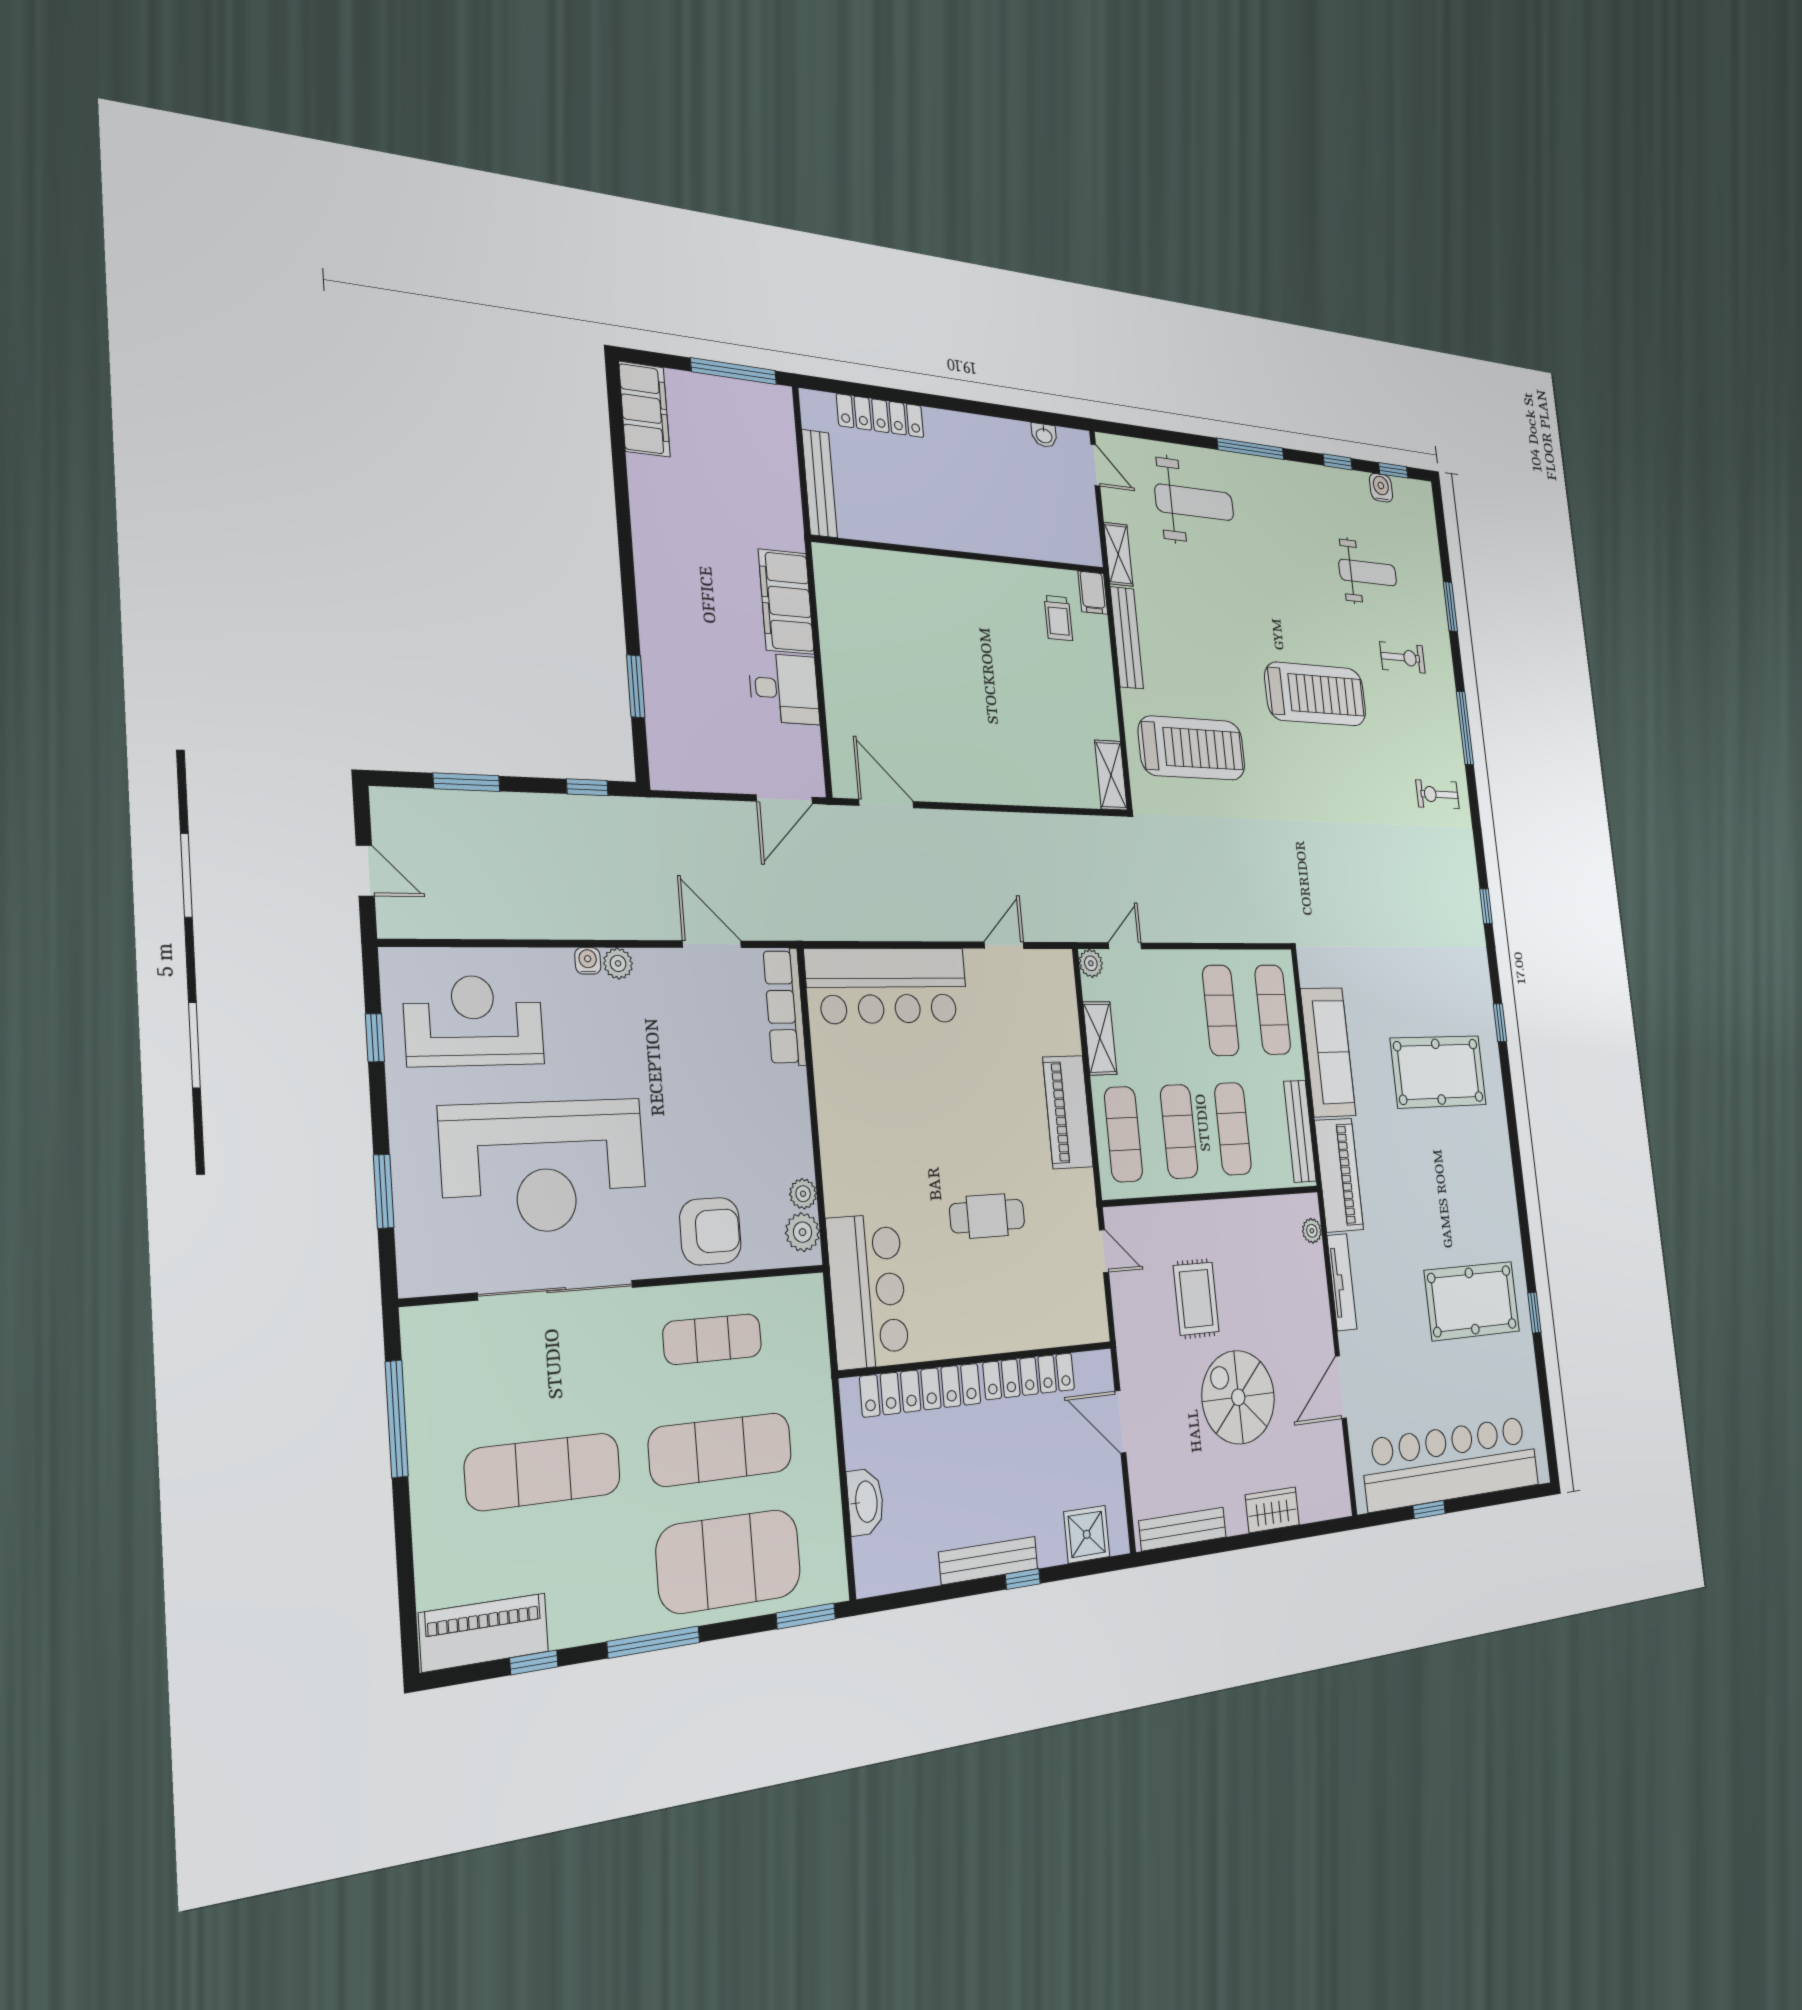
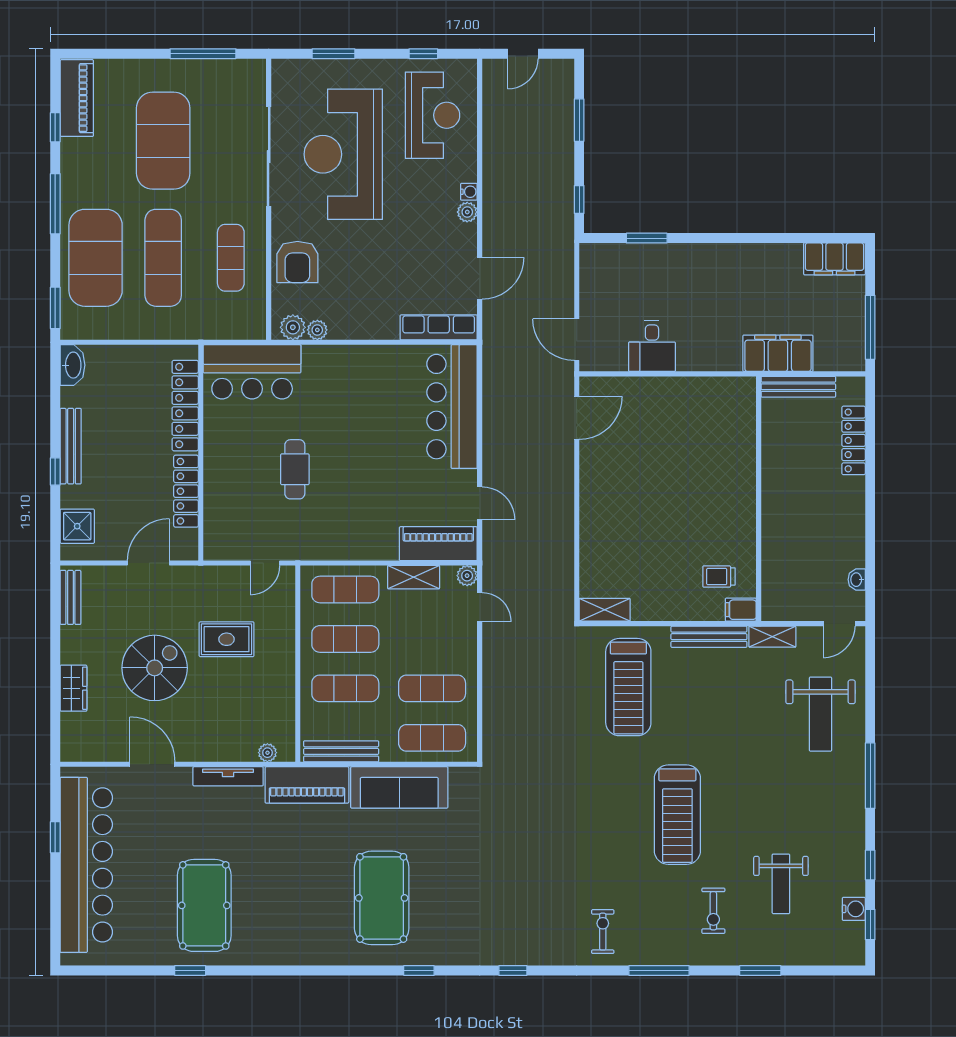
filing cabinet: (786, 602) -> (778, 353), moved
piano: (1068, 1112) -> (438, 544), moved
exercise mat: (543, 1472) -> (163, 141), width x1.47
washbasin: (865, 1502) -> (73, 365), moved, turned -90
bench: (1183, 1529) -> (70, 597), width x0.73

